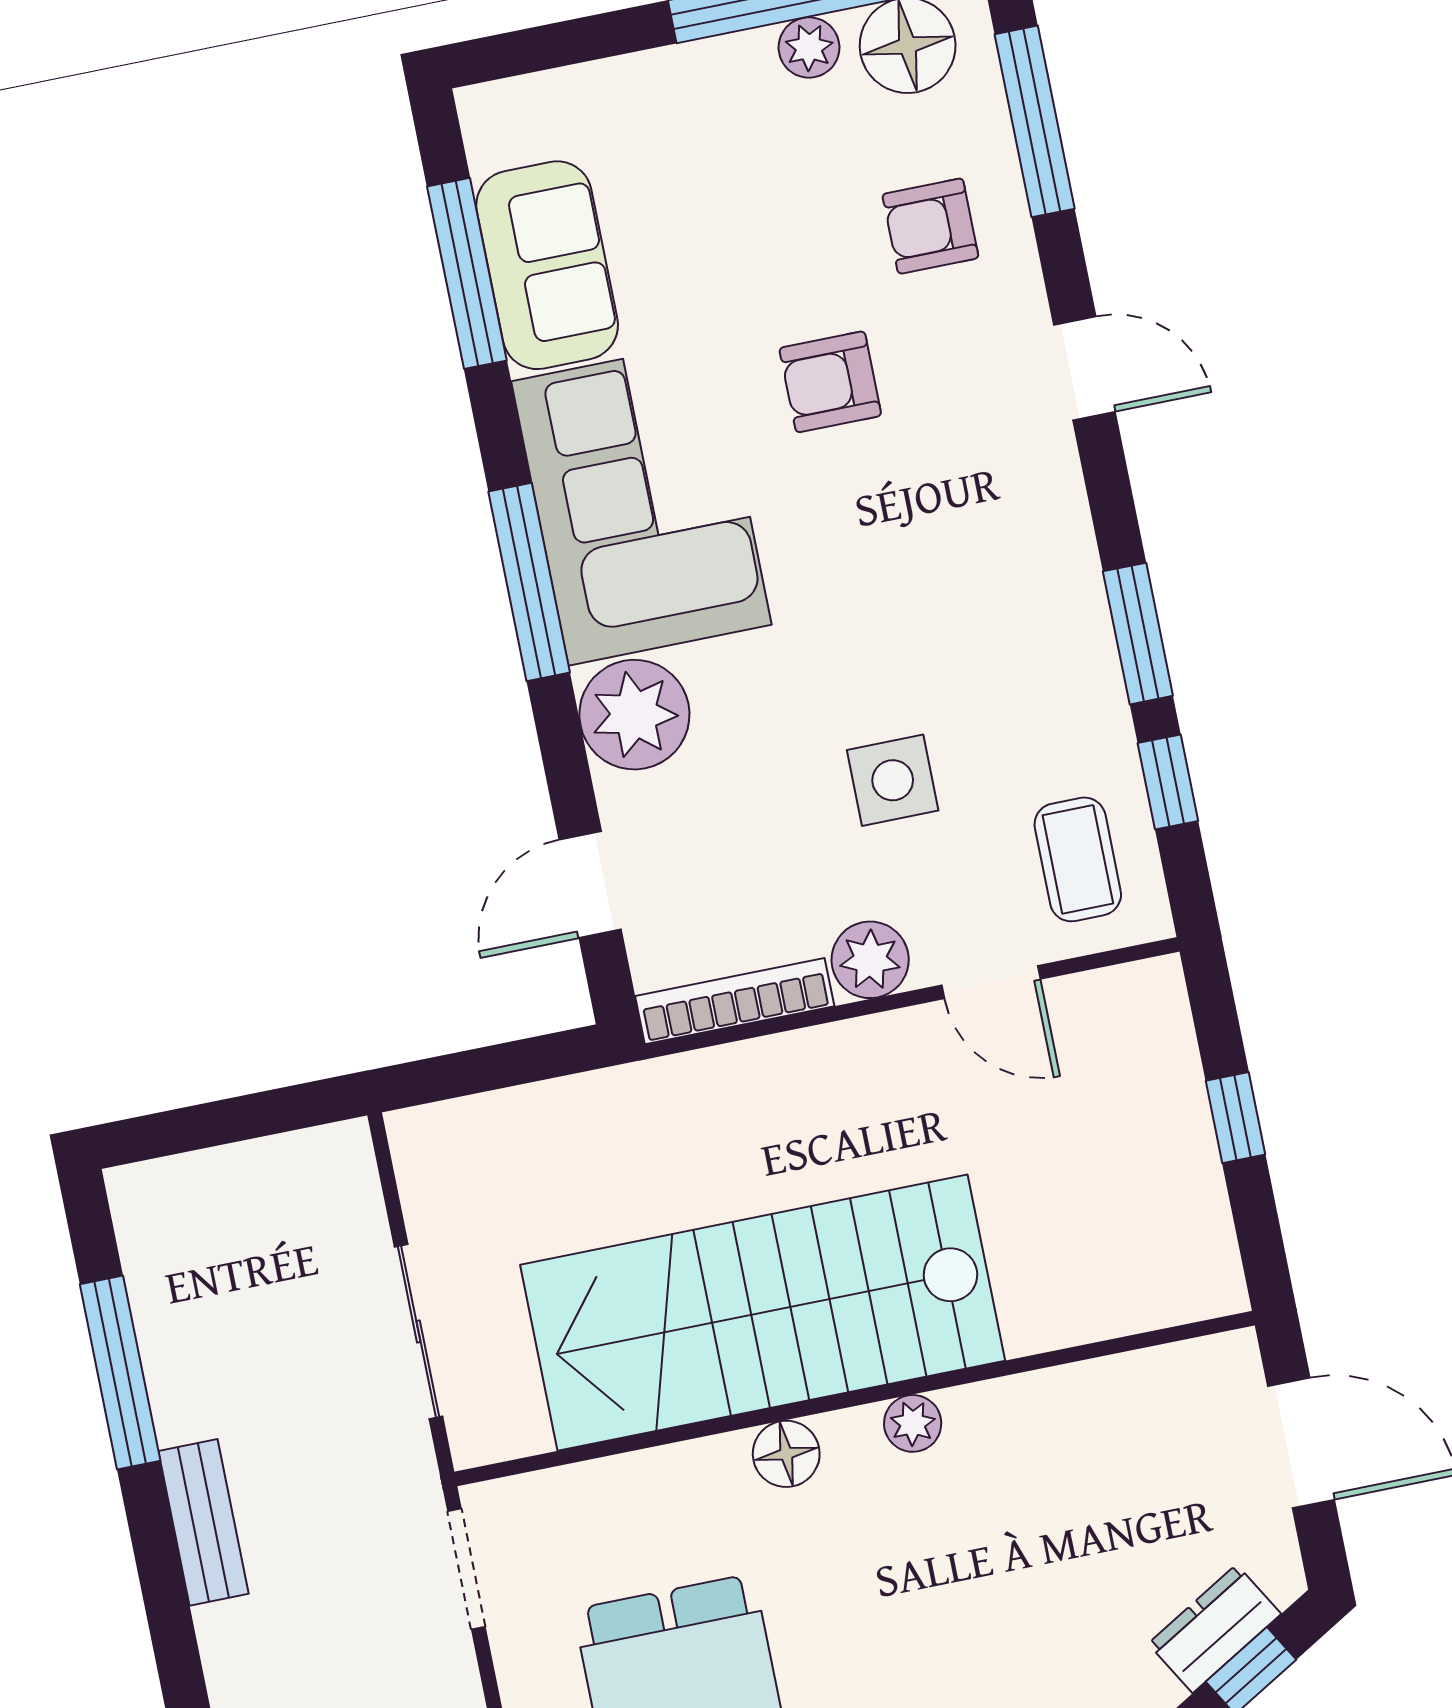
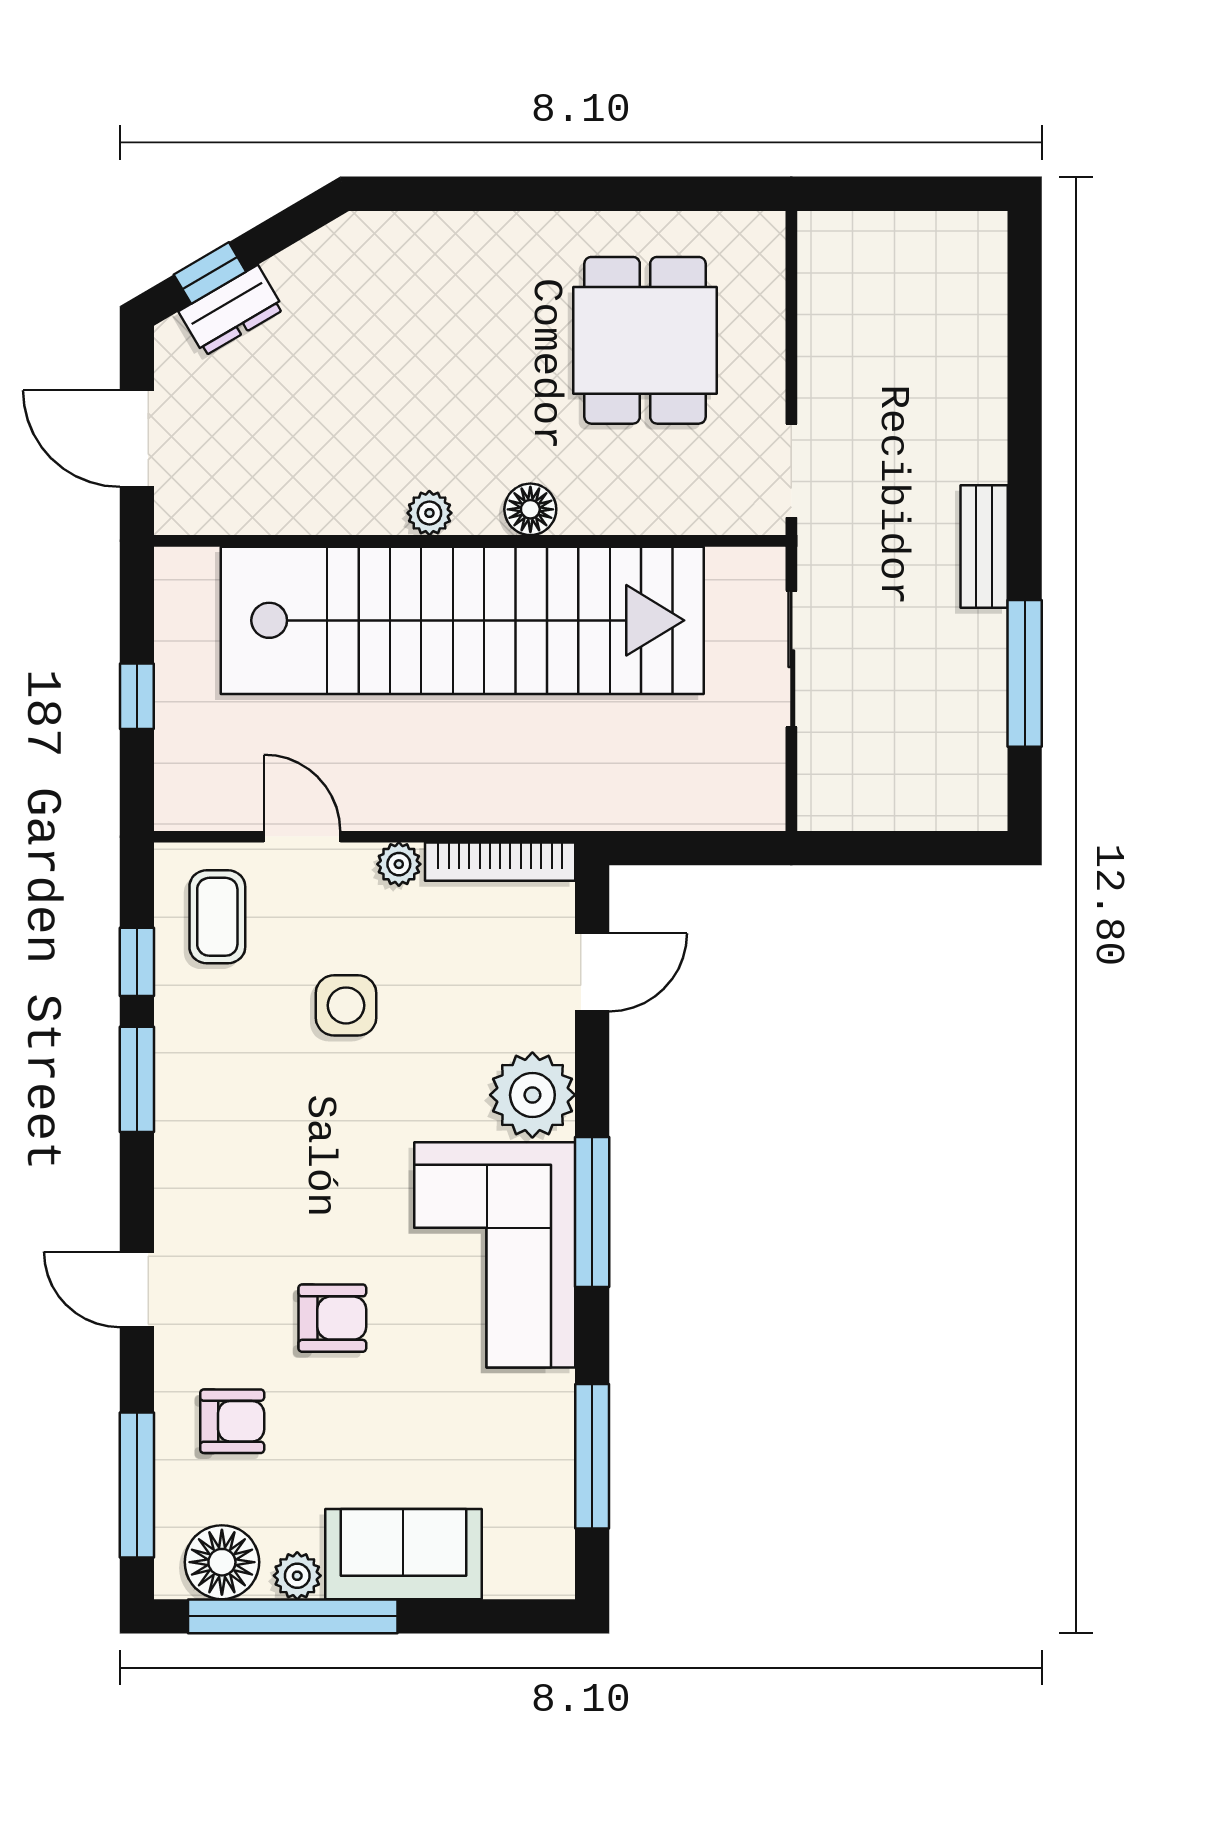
sofa: (547, 265) -> (403, 1554), moved, turned 90
plant: (870, 960) -> (399, 864), width x0.73, depth x0.73
stairs: (763, 1313) -> (462, 620), width x1.36

